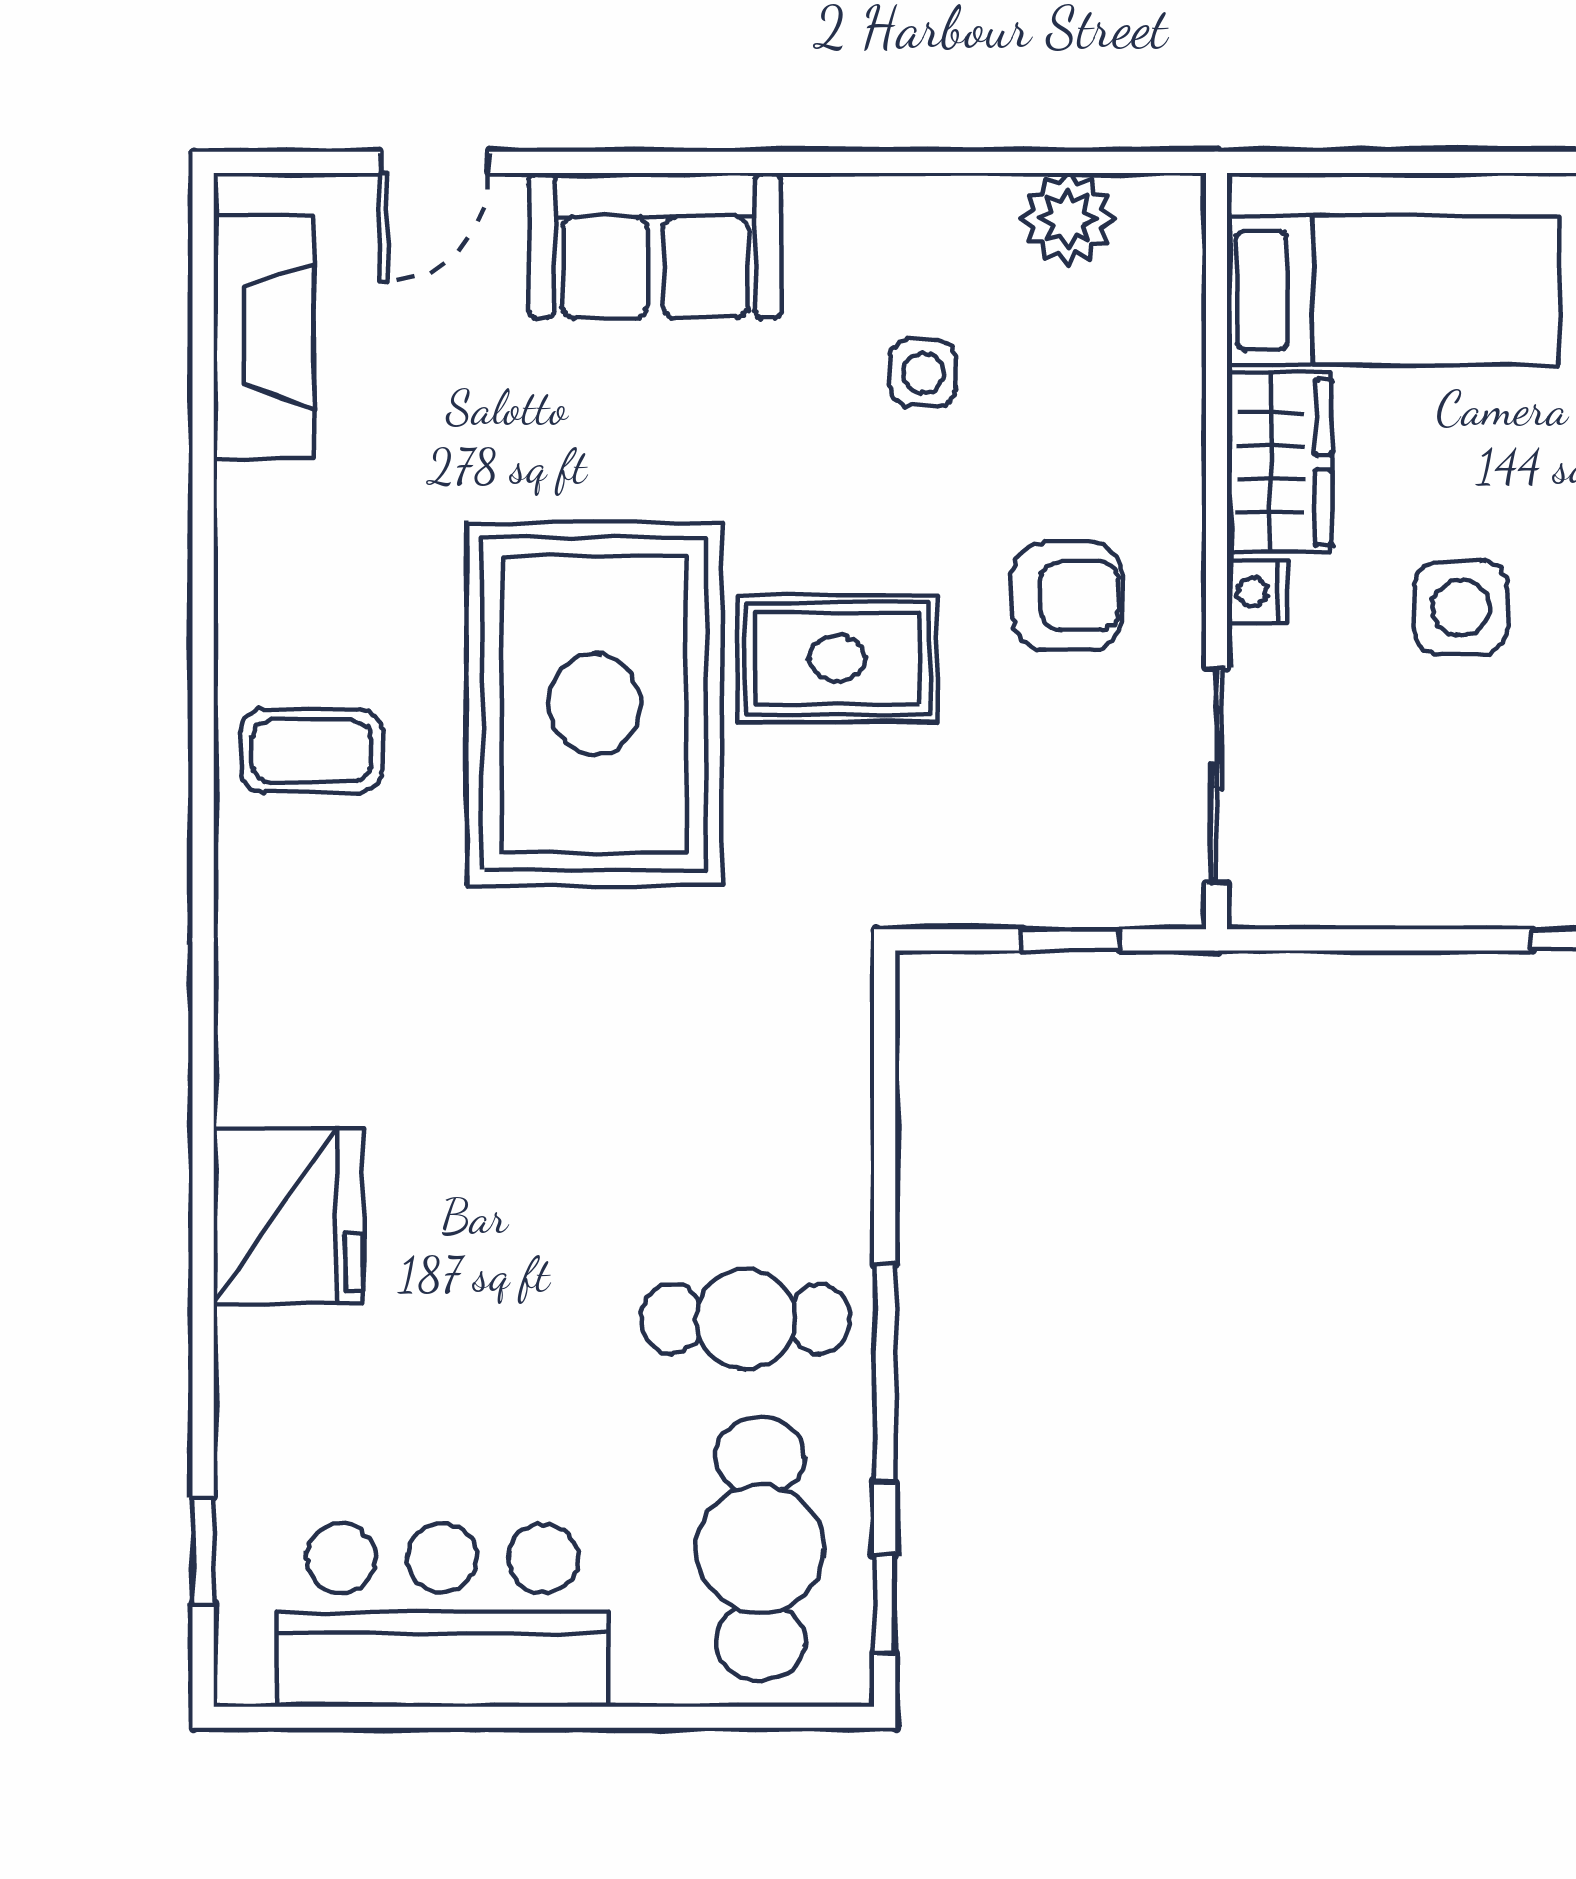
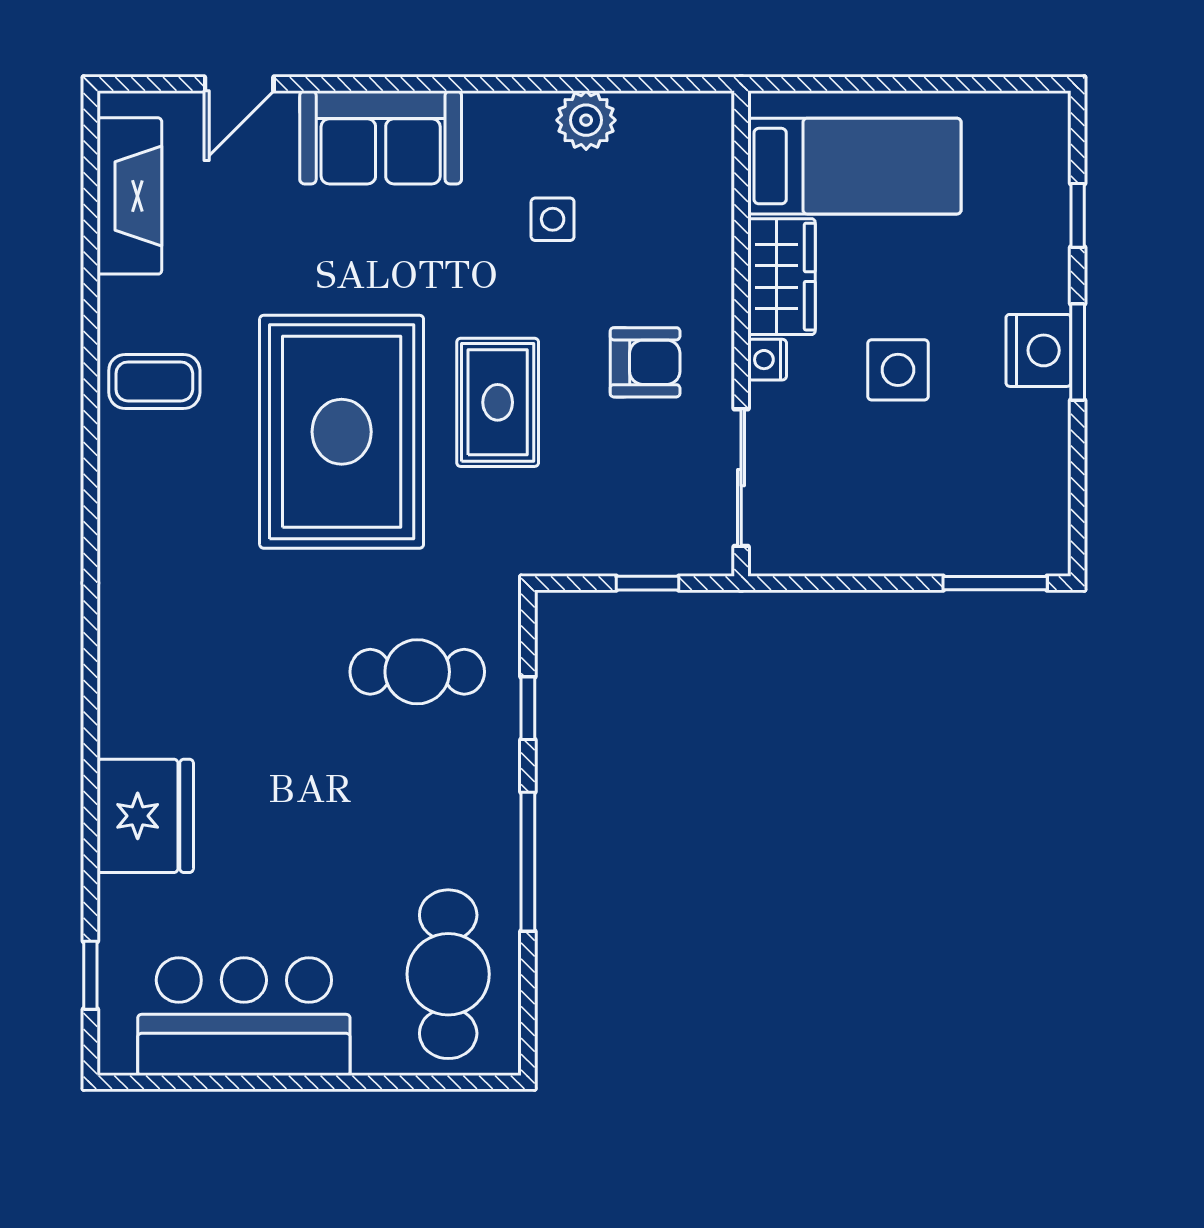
plant: (1068, 219) -> (586, 120), moved
rug: (837, 658) -> (498, 402), turned 90
coffee table: (311, 751) -> (154, 381), moved
fridge: (288, 1216) -> (145, 816), moved
cafe table: (746, 1319) -> (417, 672), moved
window: (885, 1605) -> (528, 708), moved

